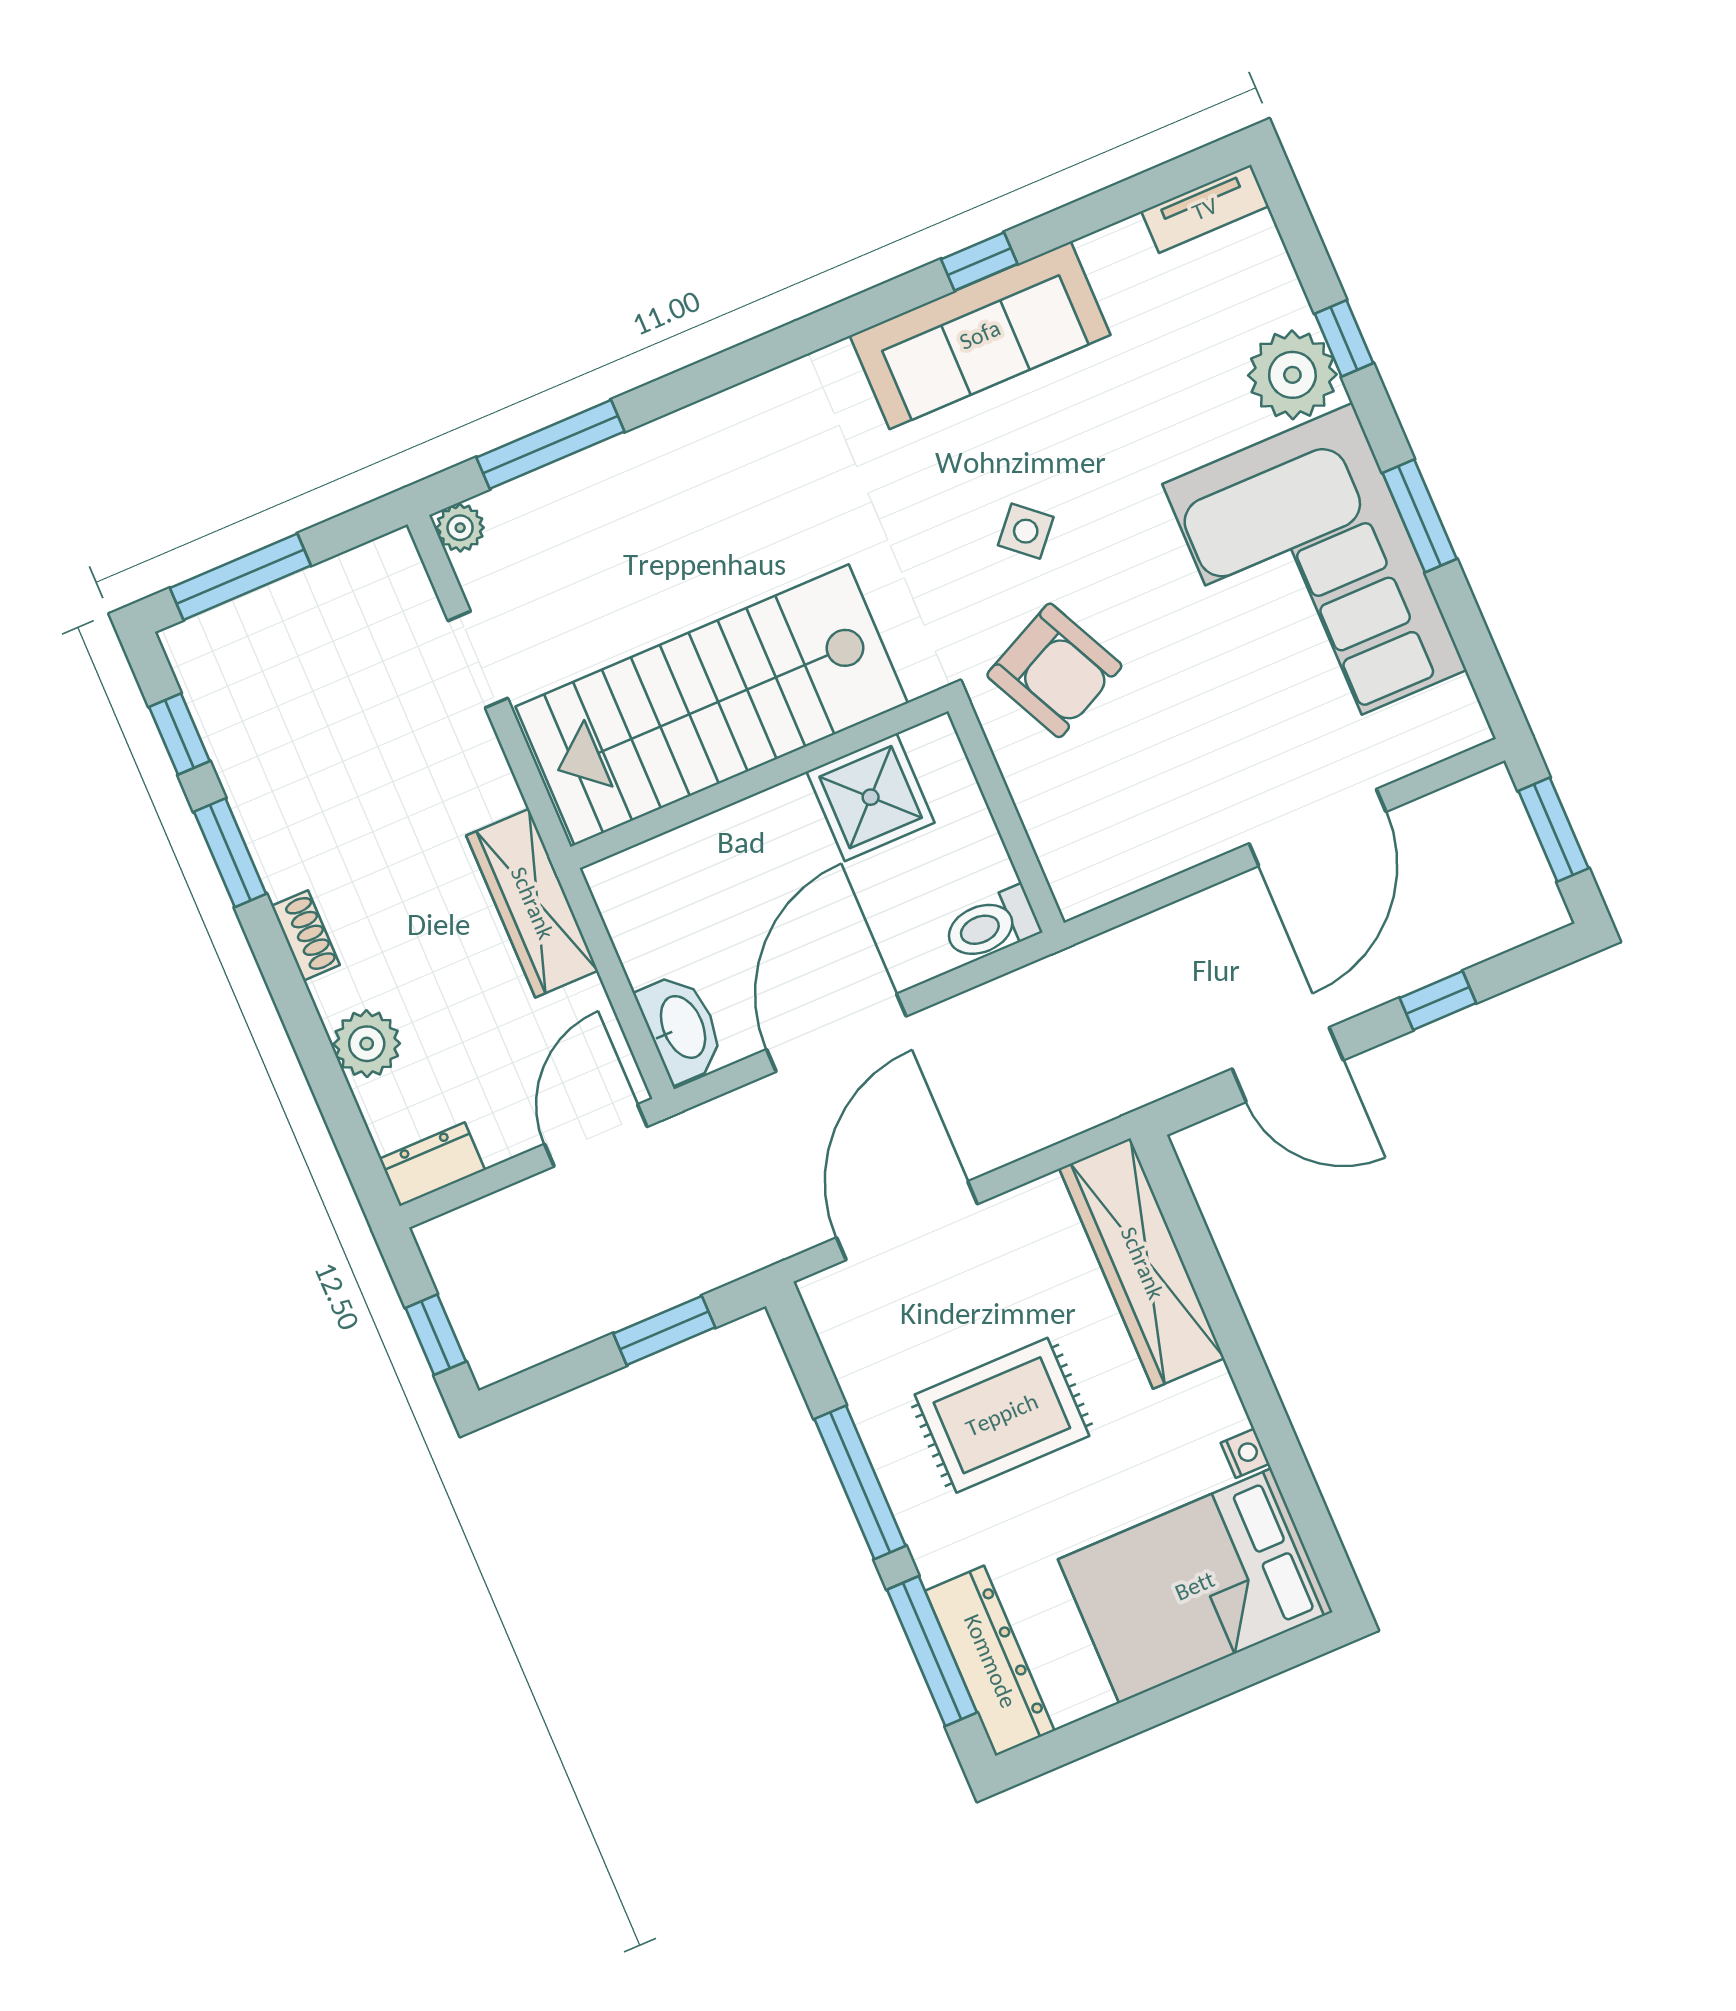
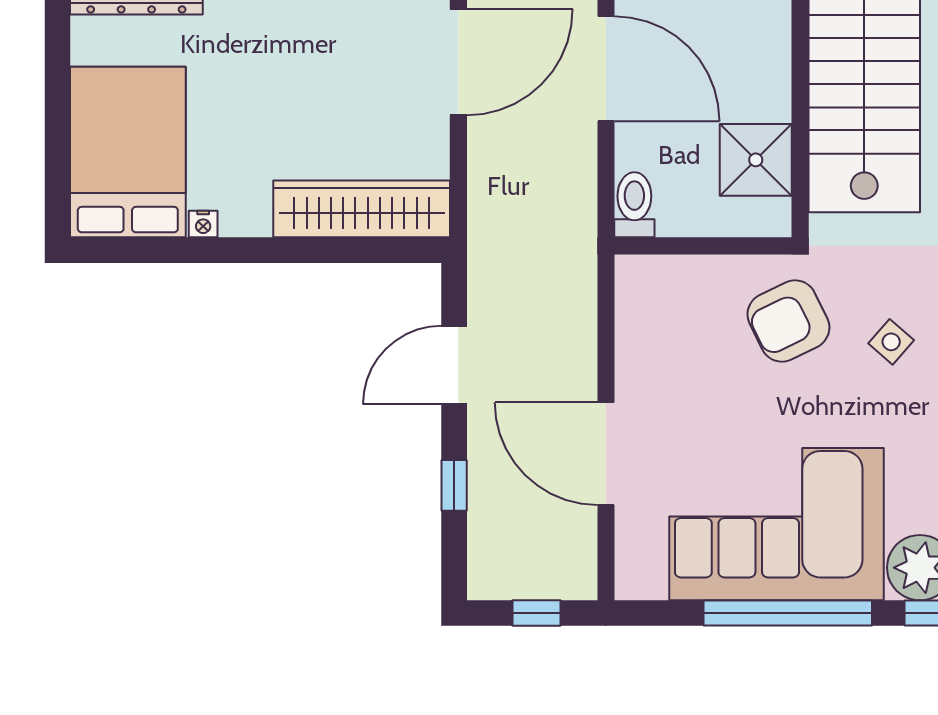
window: (1420, 516) -> (788, 613), width x2.11
window: (1554, 830) -> (536, 613), width x0.67
door: (907, 1221) -> (458, 62), hinge flipped
rug: (1002, 1415) -> (299, 70), removed

